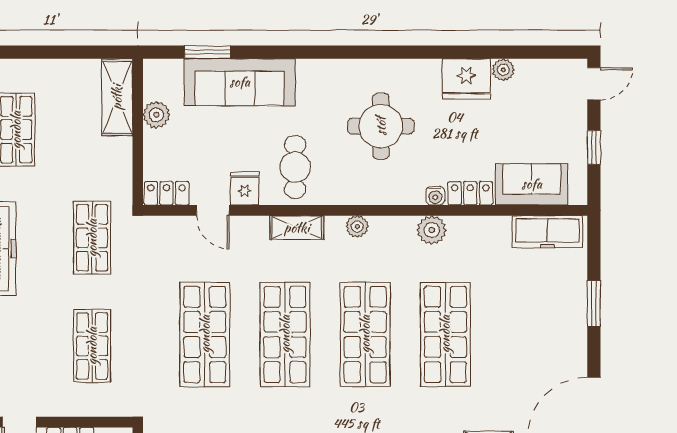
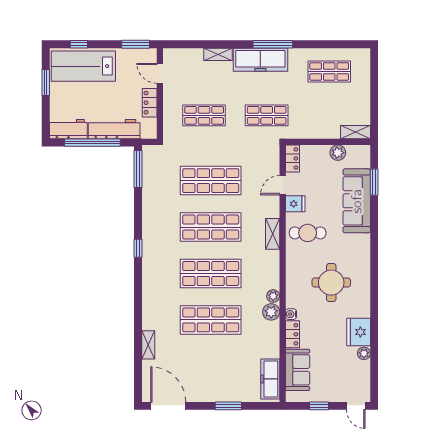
shelving: (117, 97) -> (355, 132), width x0.67, depth x0.75
plant: (357, 227) -> (273, 296), moved

